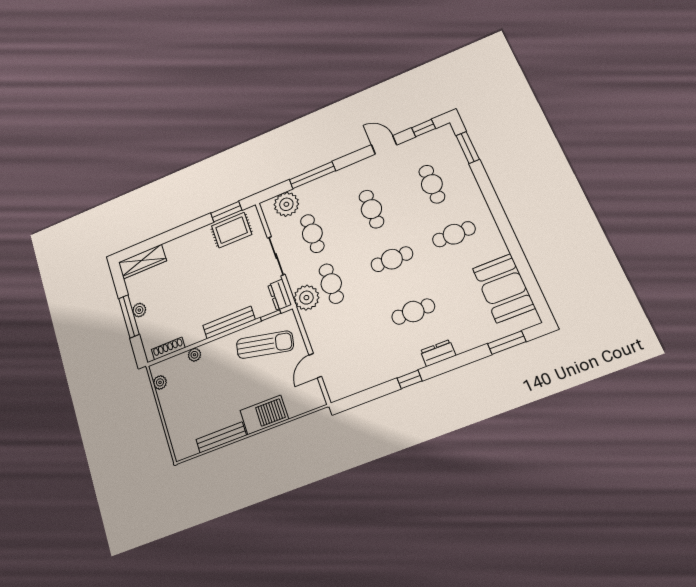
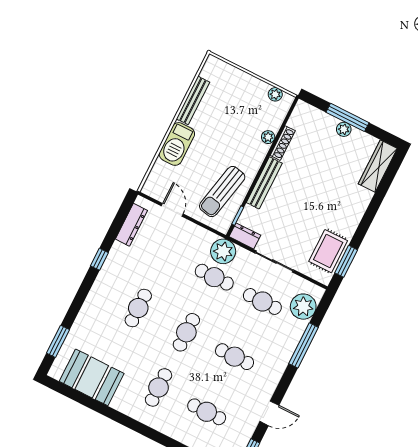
shoe rack: (168, 349) -> (283, 143), moved
dresser: (438, 353) -> (131, 225), moved, width x1.44

